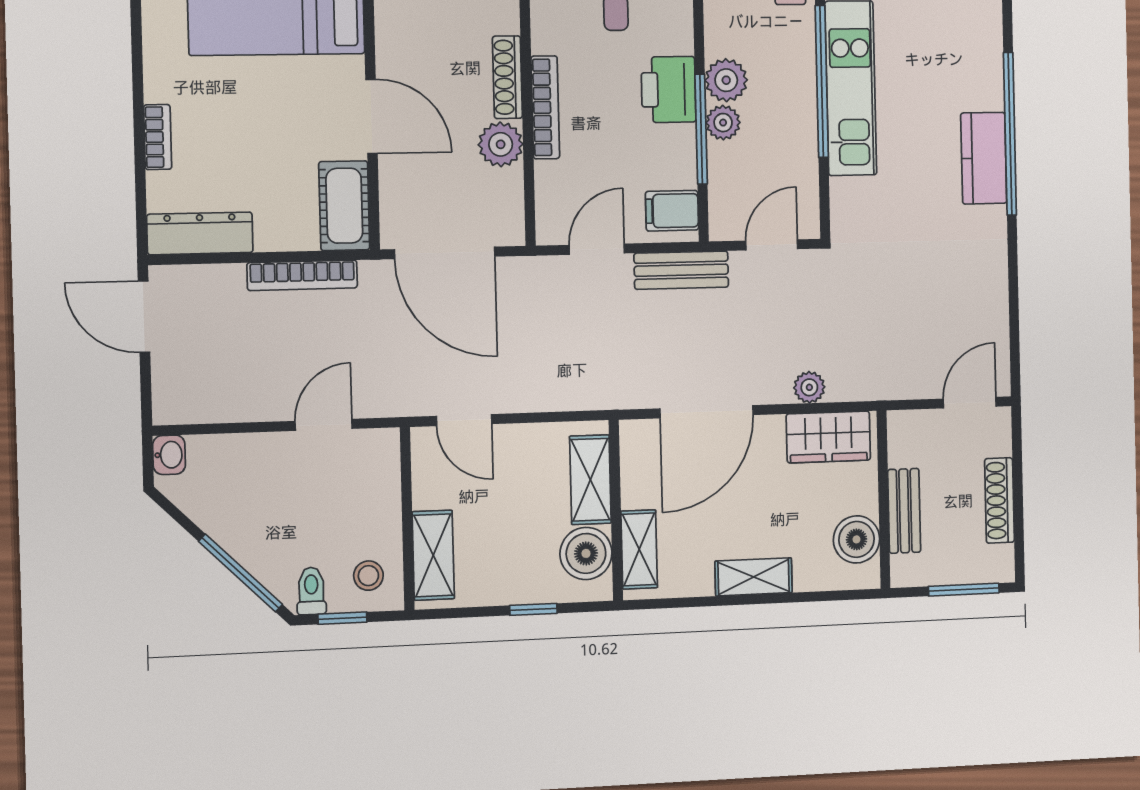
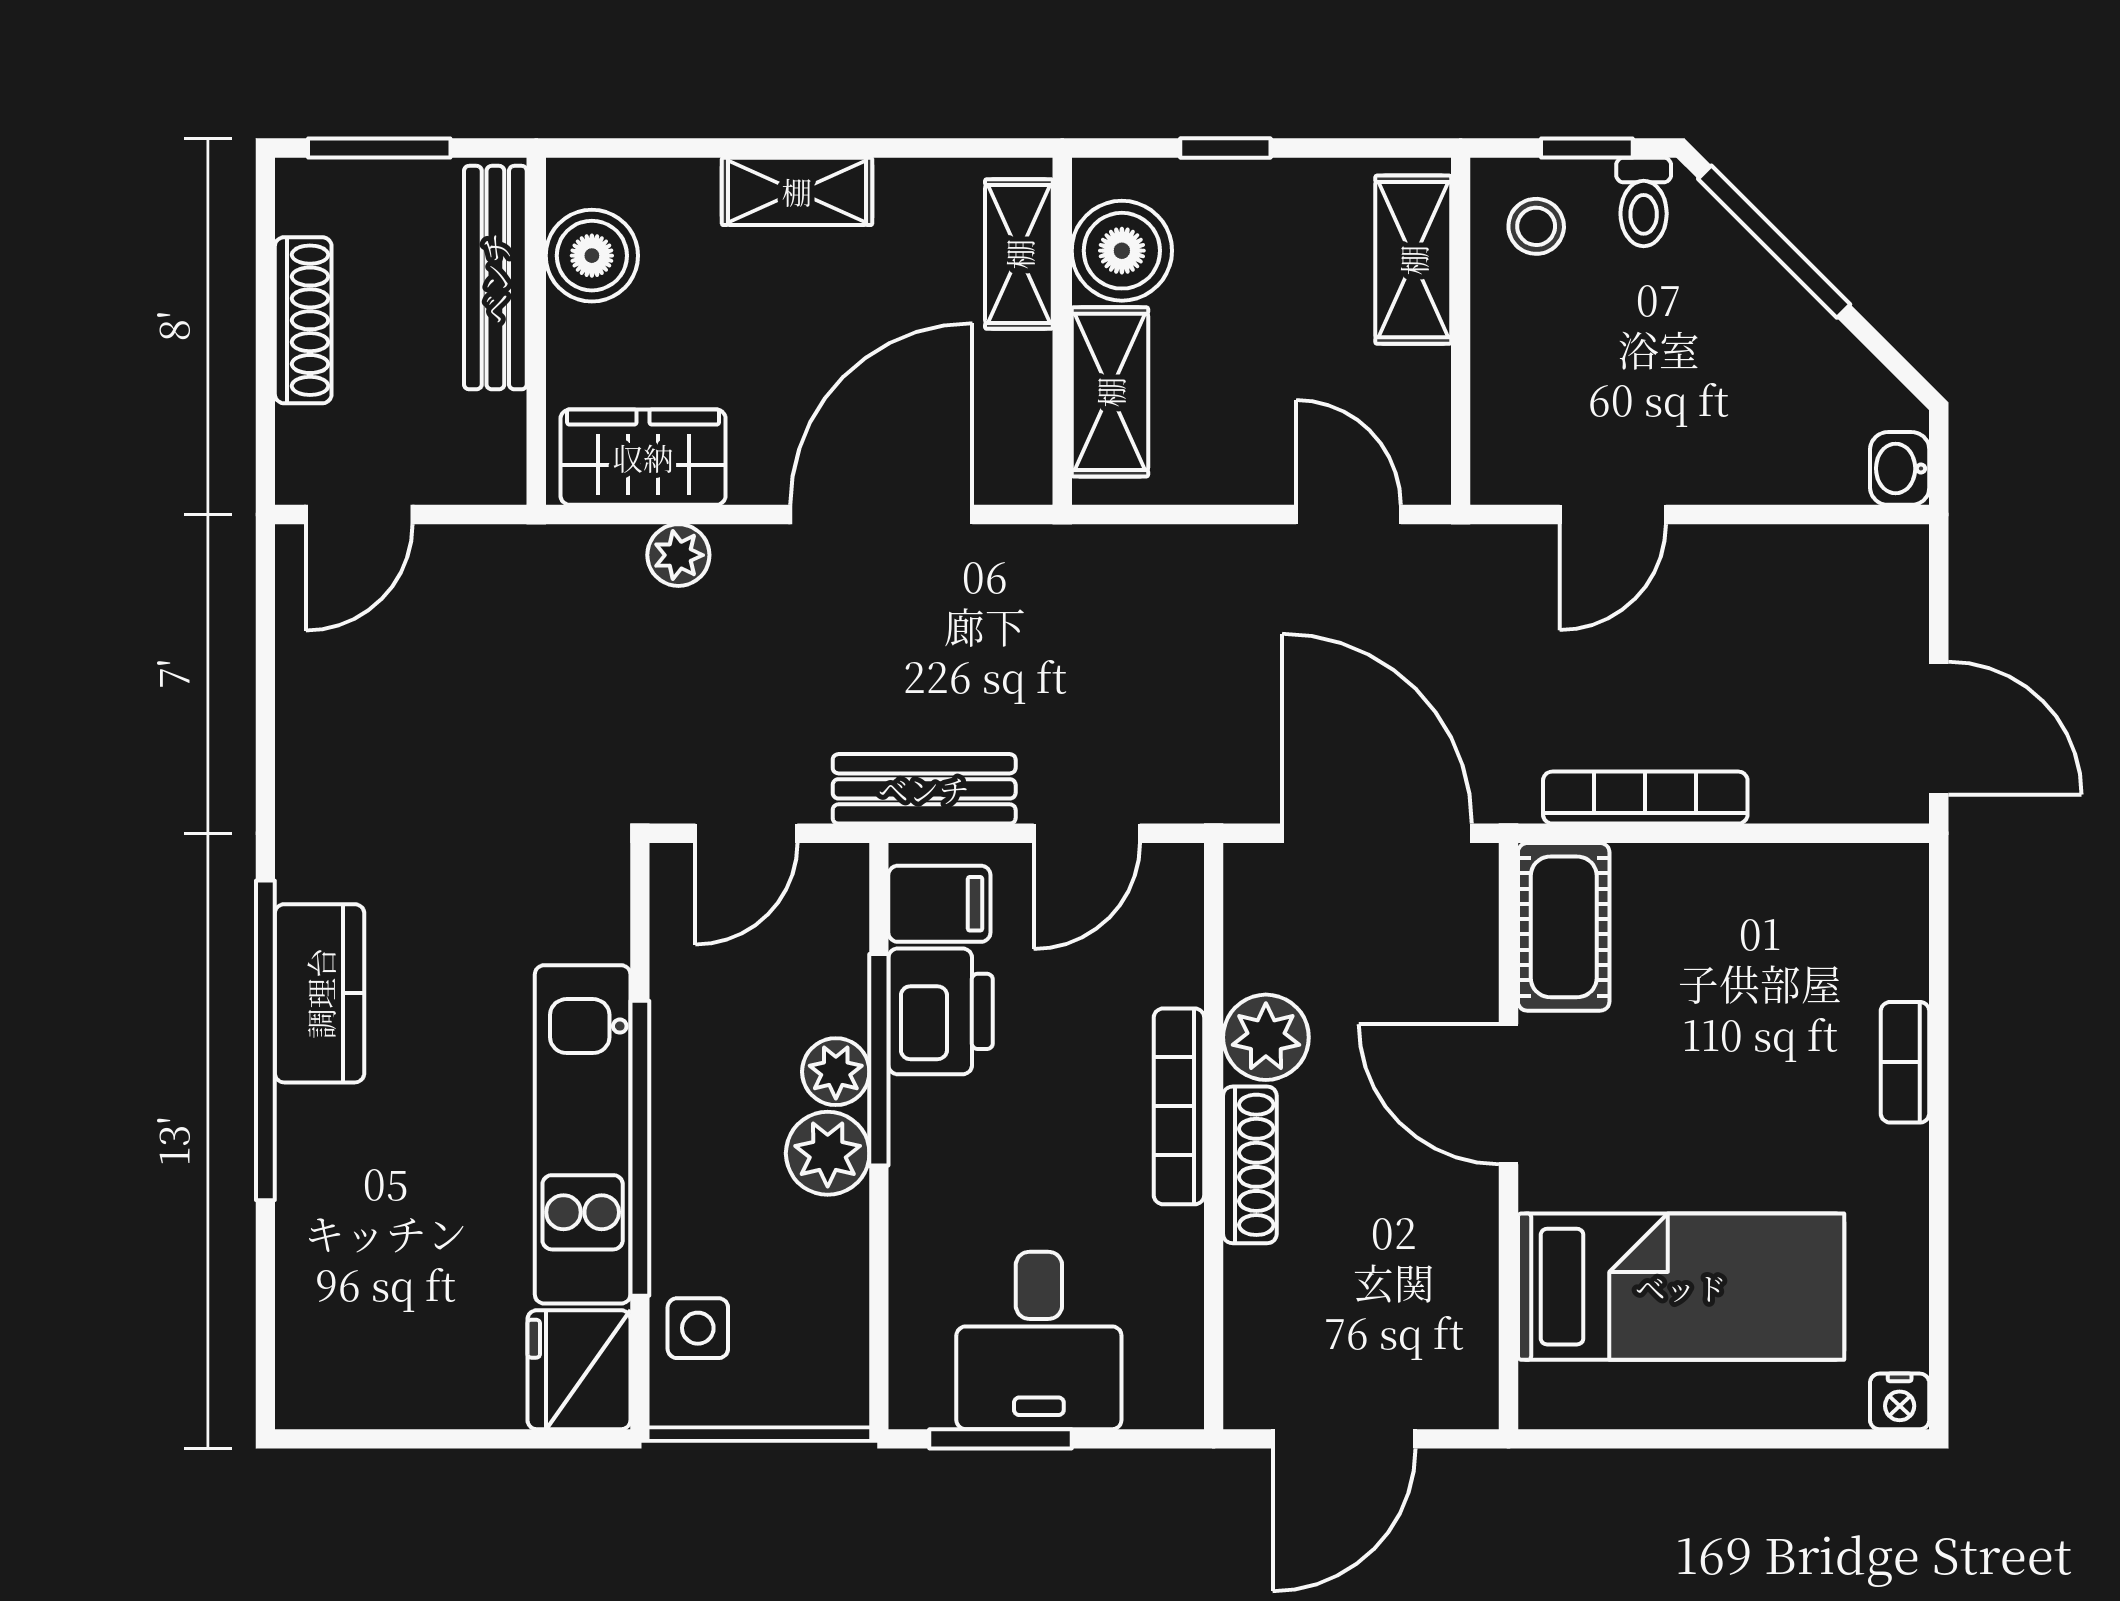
printer: (668, 90) -> (941, 1011), moved
dresser: (200, 233) -> (1832, 881), removed
bench: (904, 511) -> (495, 278), width x1.36

